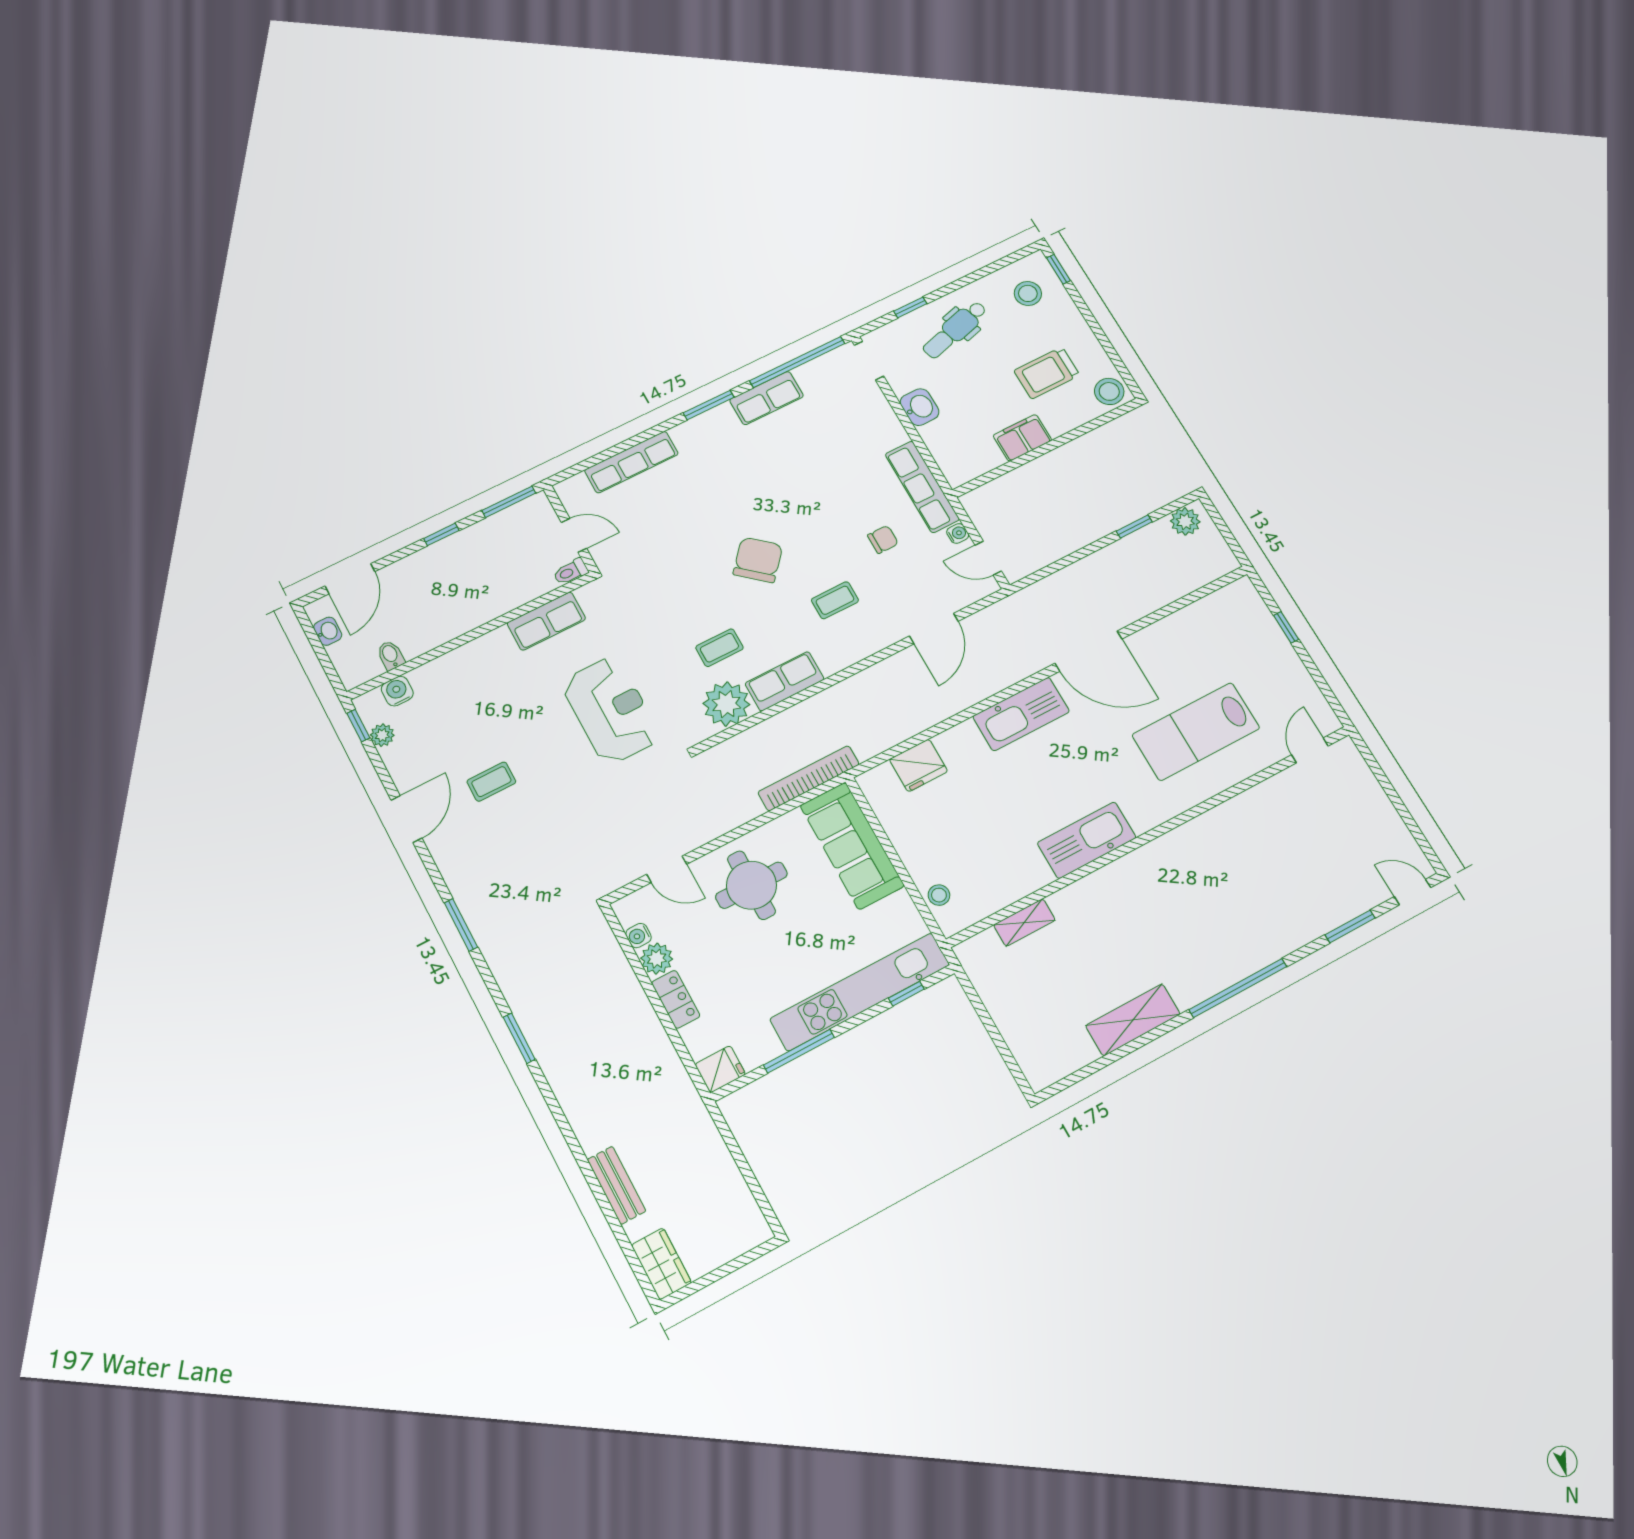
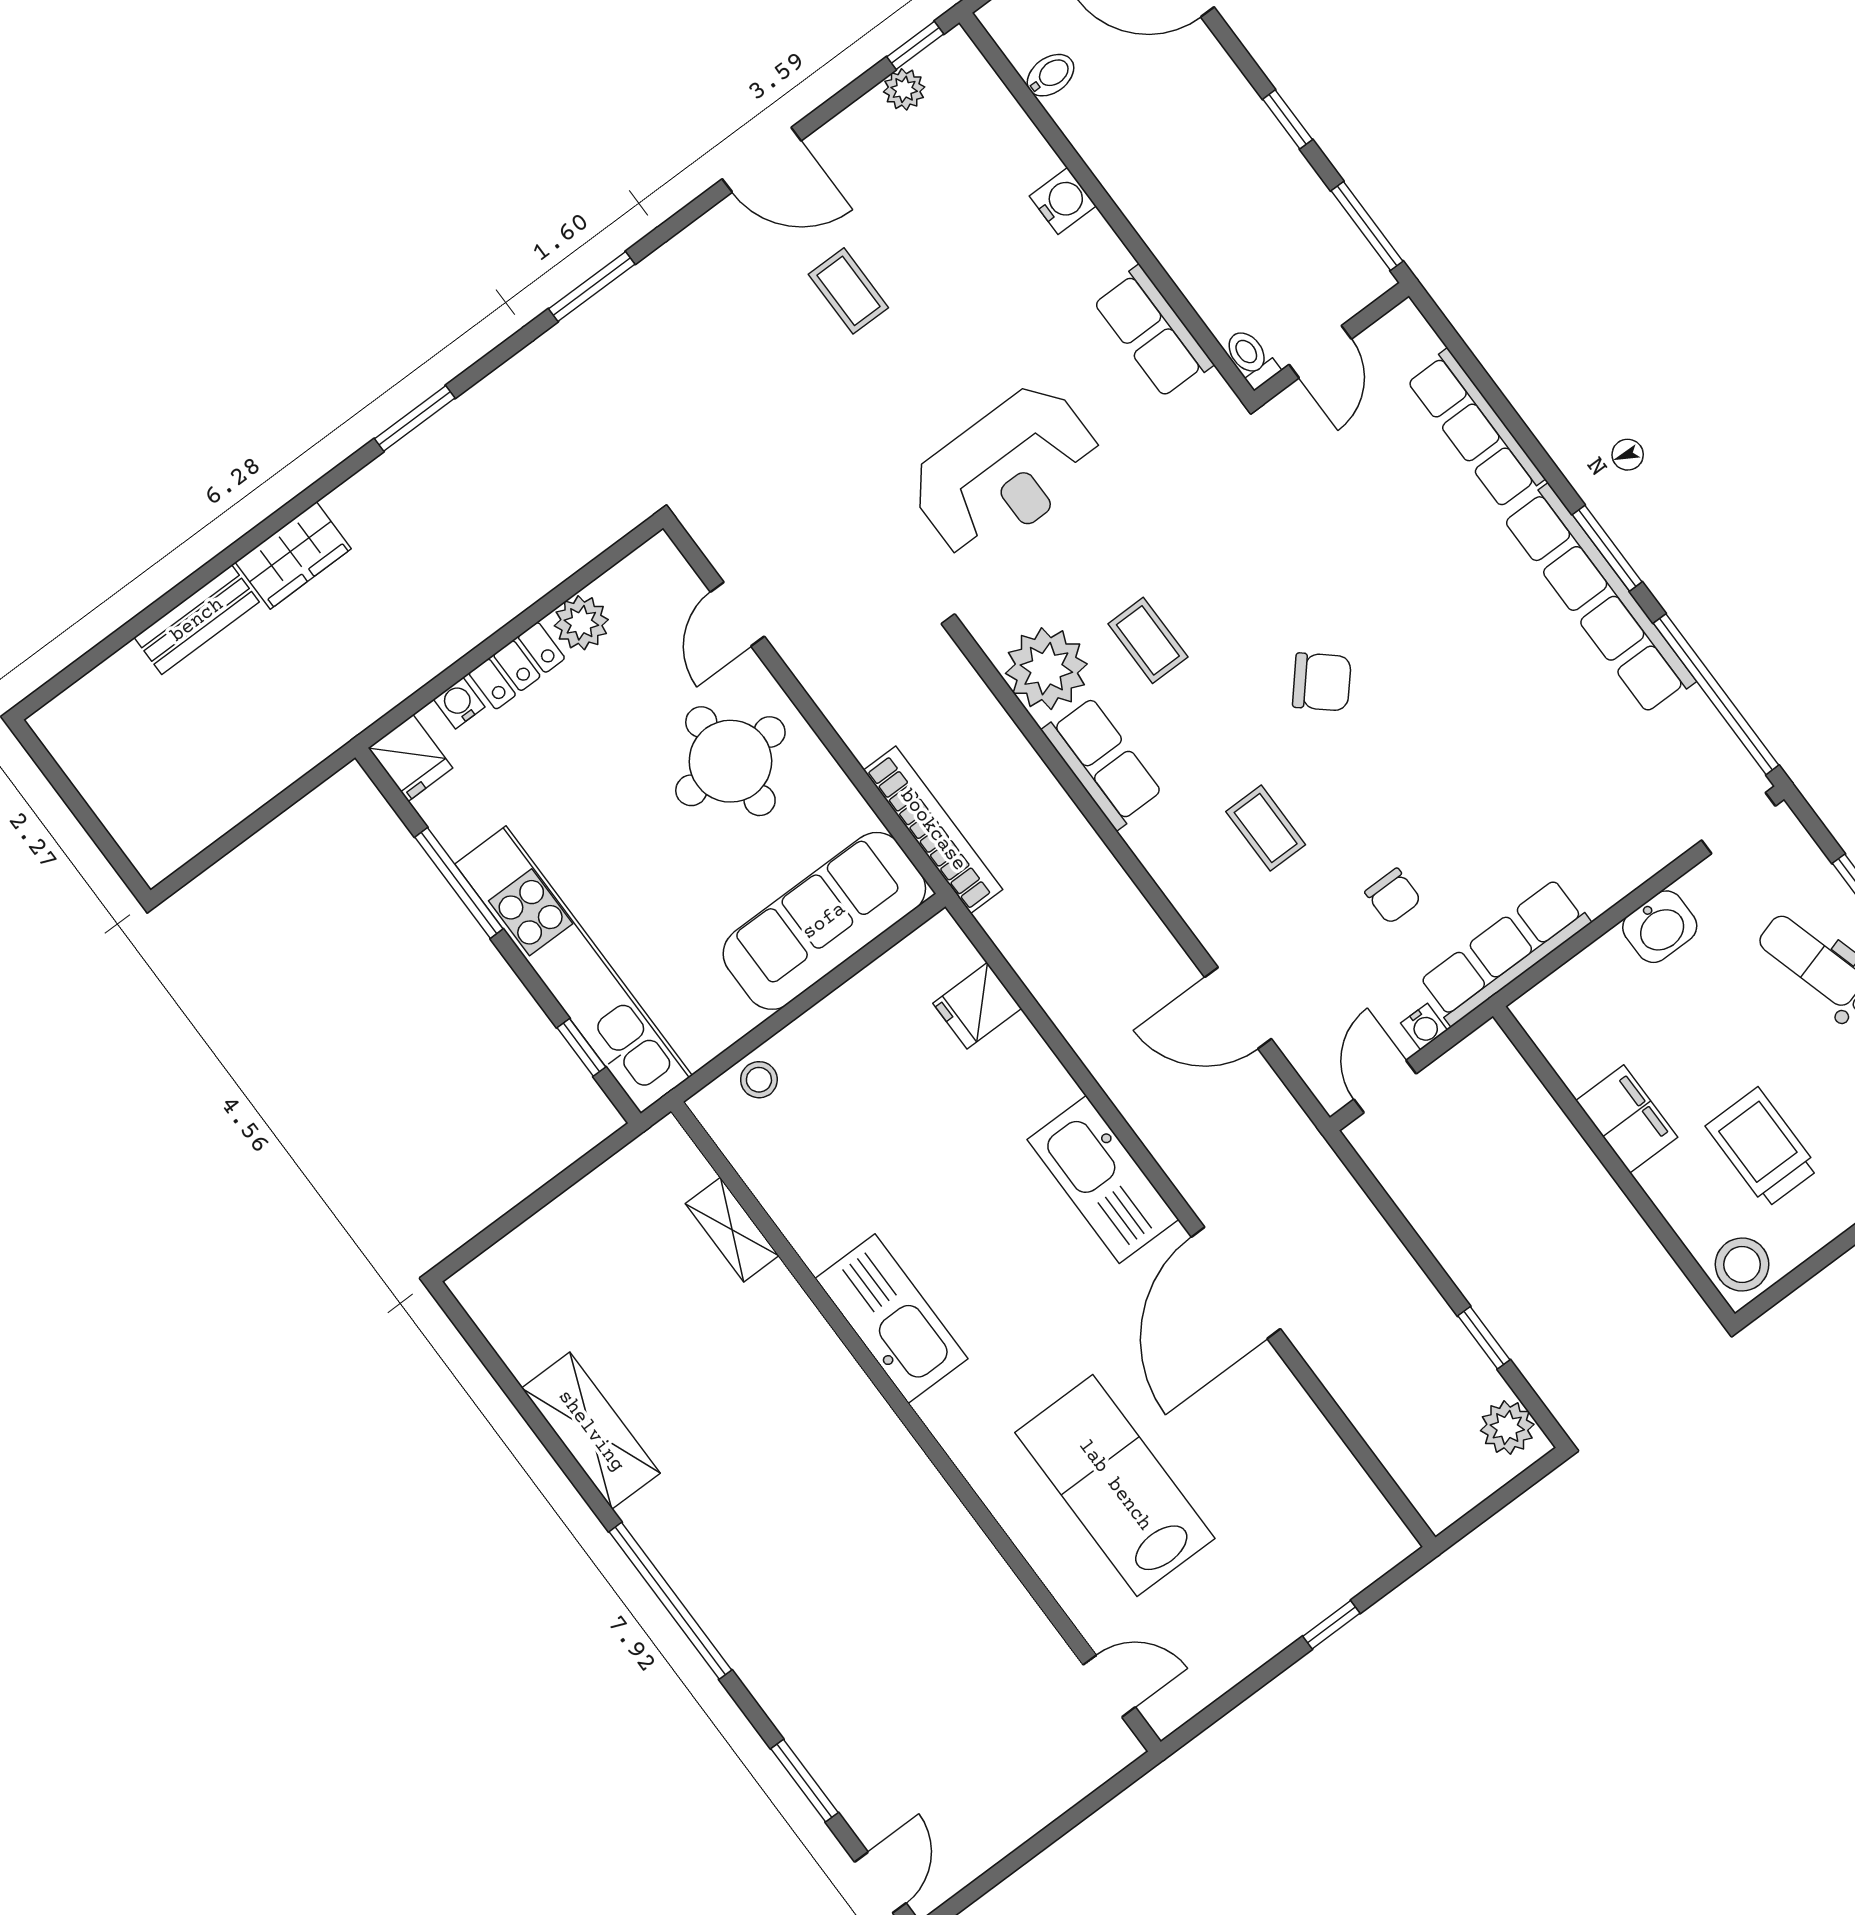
row of seats: (767, 398) -> (1599, 599), width x2.02
chair: (758, 560) -> (1322, 682), width x0.73, depth x0.73
water cooler: (397, 691) -> (1063, 201), moved
fridge: (919, 765) -> (977, 1006), width x0.72
water cooler: (639, 936) -> (459, 703), moved
wardrobe: (661, 1264) -> (293, 555), moved

